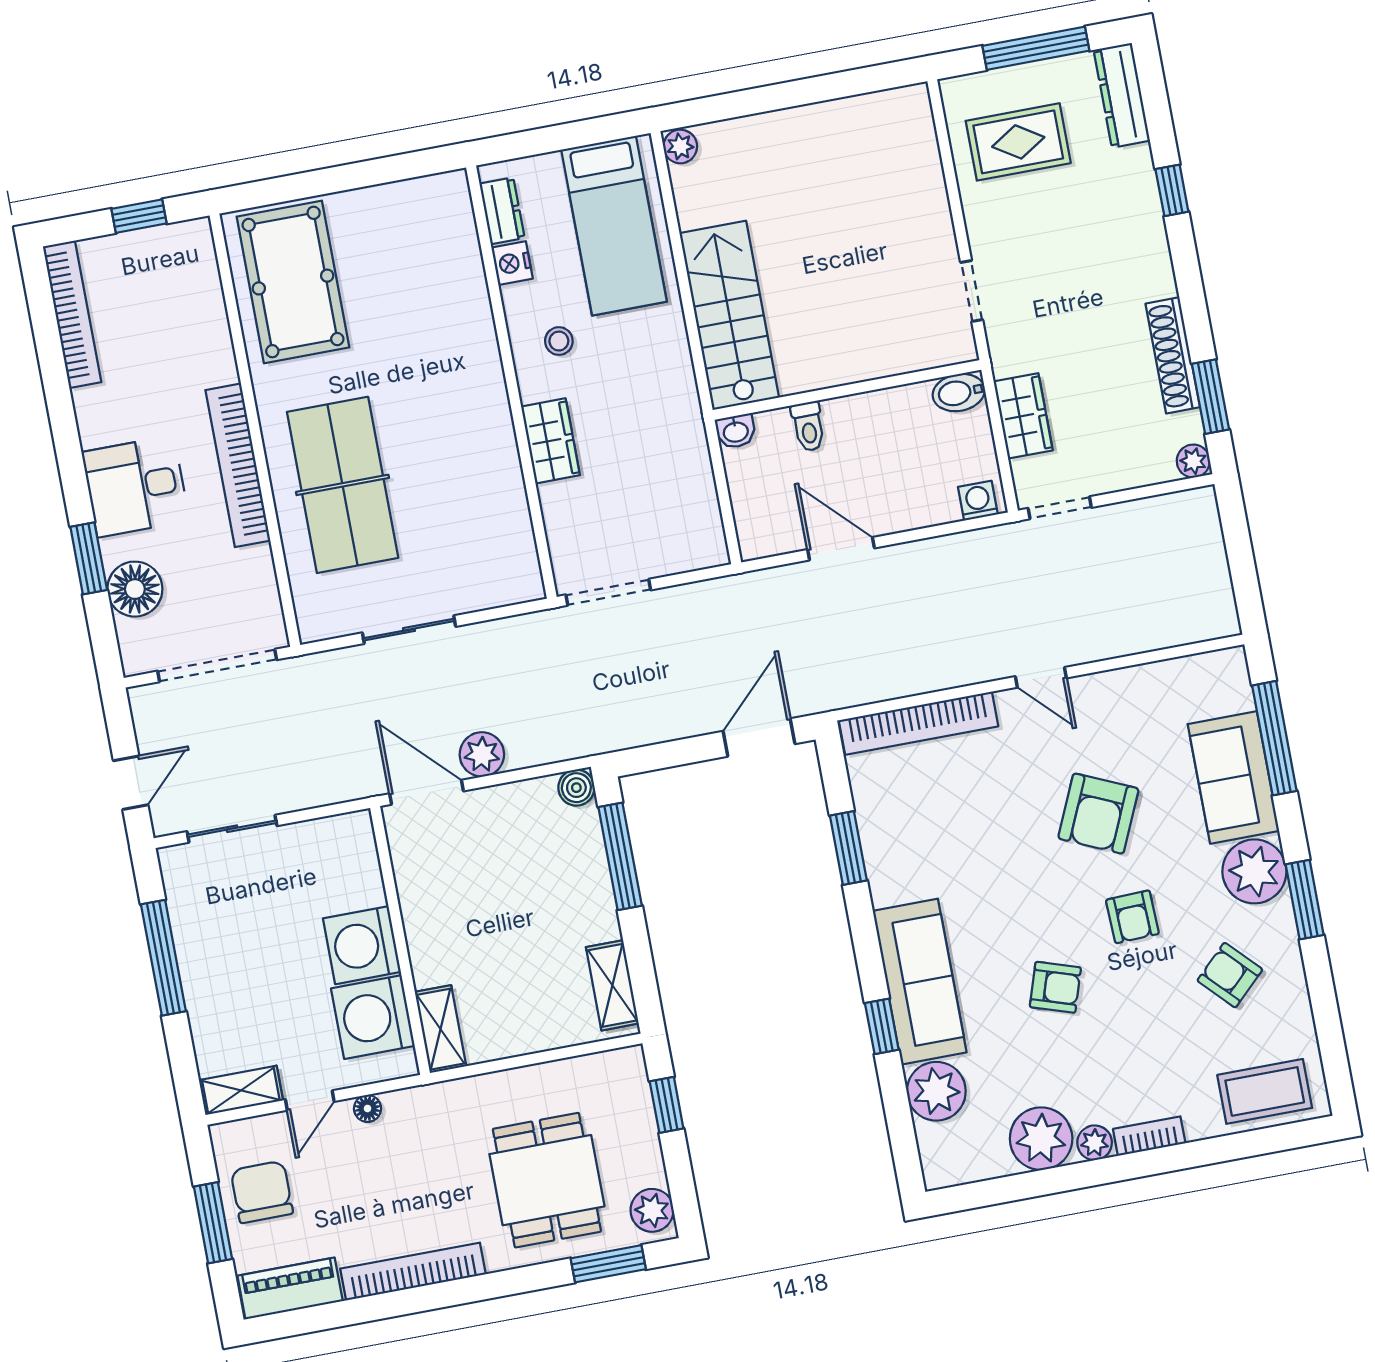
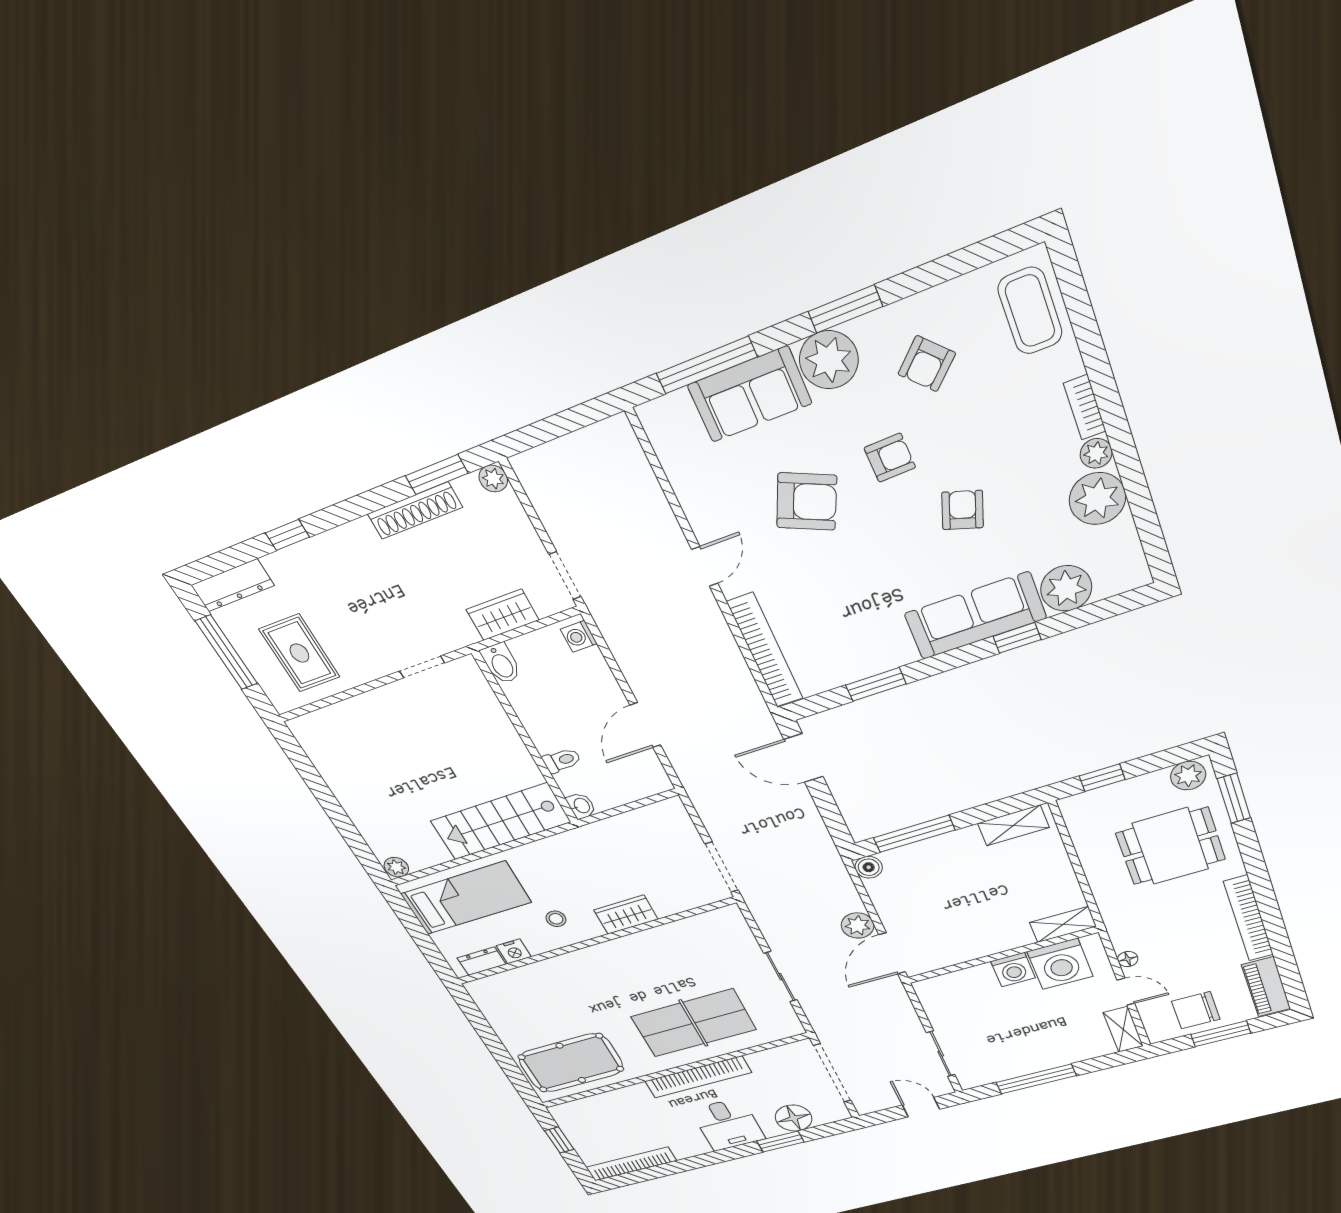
washing machine: (362, 945) -> (1013, 970), width x0.73, depth x0.73

